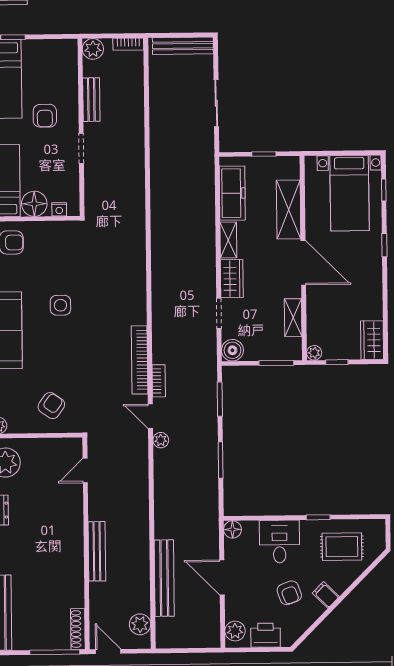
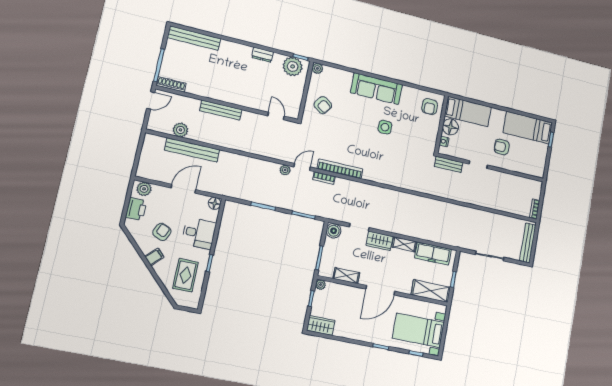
plant: (93, 49) -> (536, 187), removed
bench: (91, 100) -> (449, 164), moved
shelving: (289, 209) -> (431, 291), moved
armchair: (289, 593) -> (162, 232), turned 134
plant: (140, 624) -> (180, 130), moved

